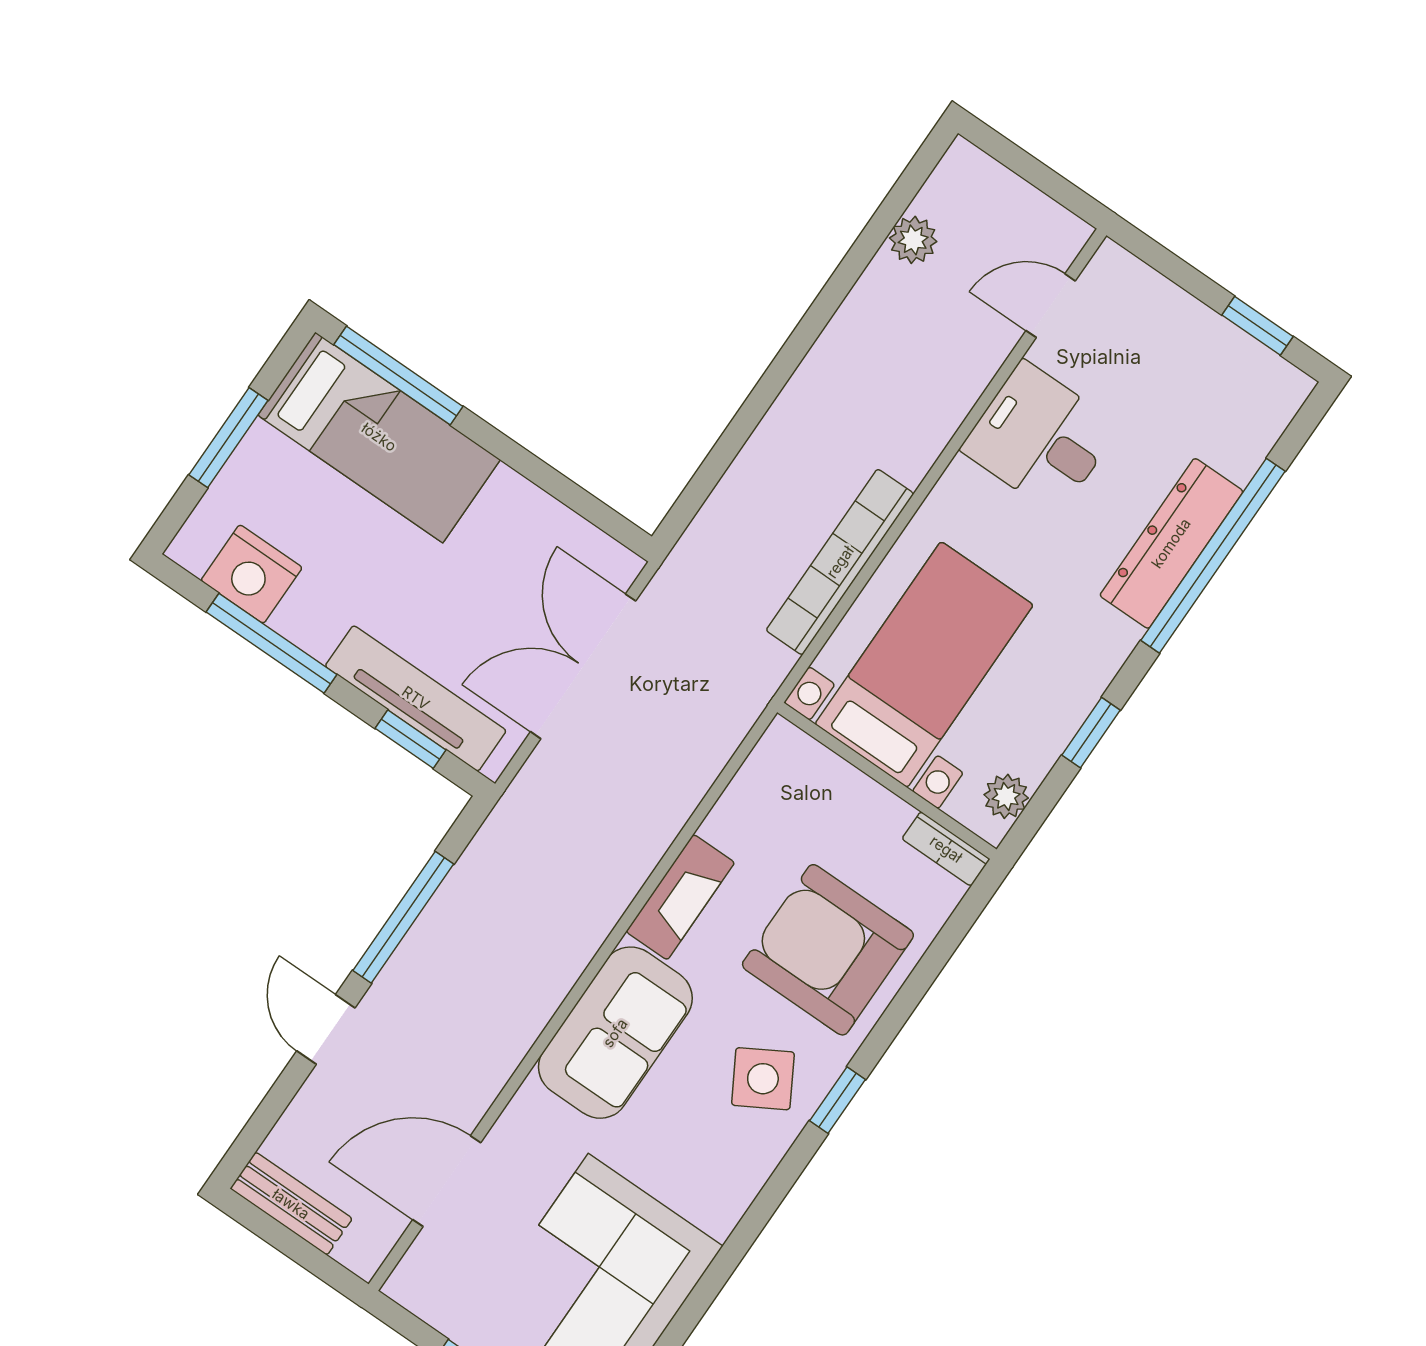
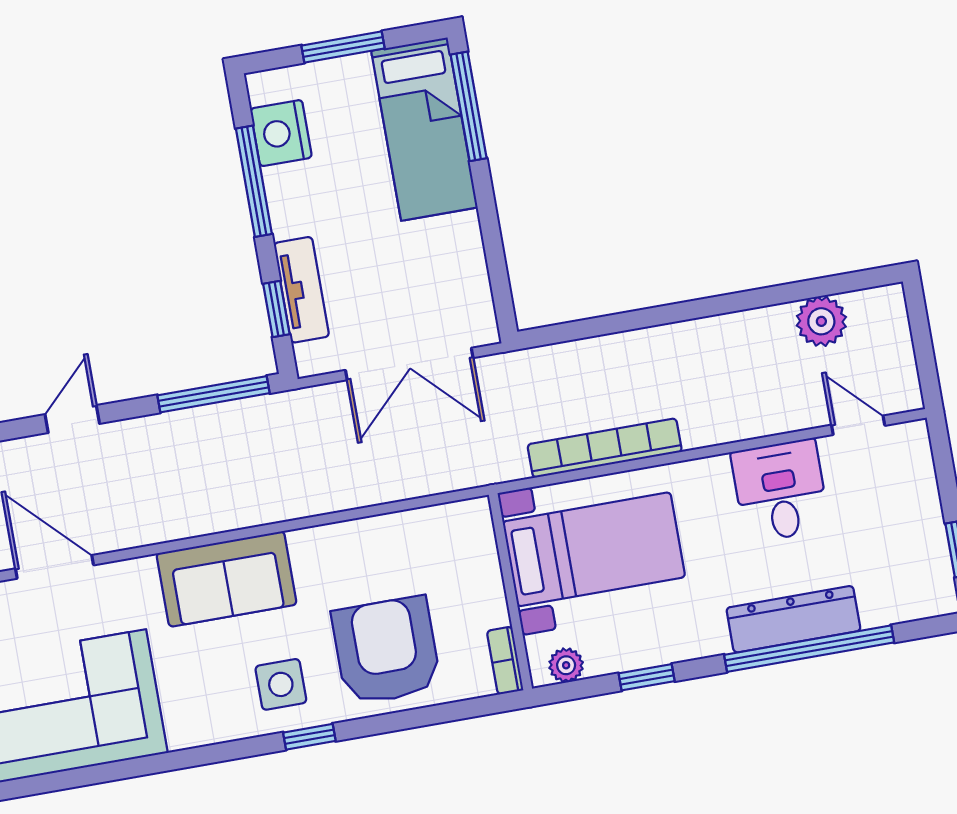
plant: (913, 240) -> (821, 321), width x1.38, depth x1.38
double door: (583, 666) -> (409, 364), swing flipped
tv unit: (416, 698) -> (301, 290), width x0.71
fireplace: (680, 897) -> (336, 541), removed
window: (403, 917) -> (214, 394), moved
side table: (763, 1079) -> (281, 684), turned 30

